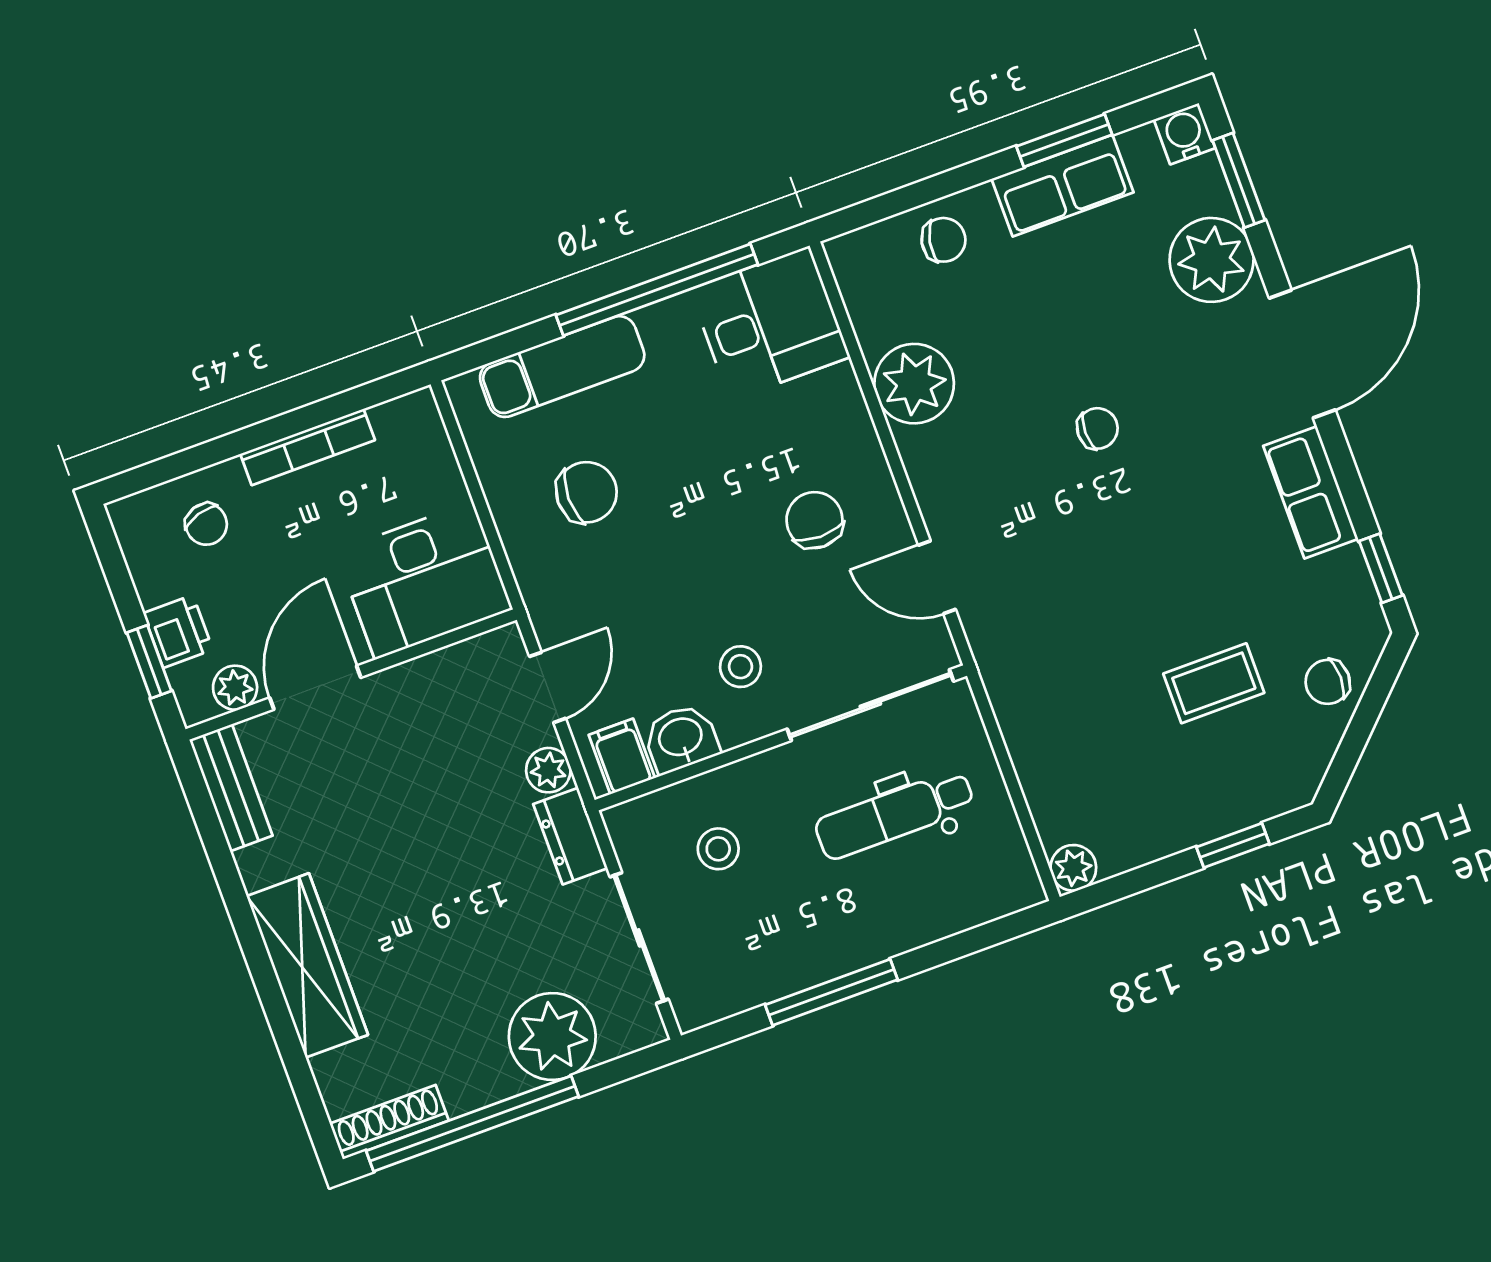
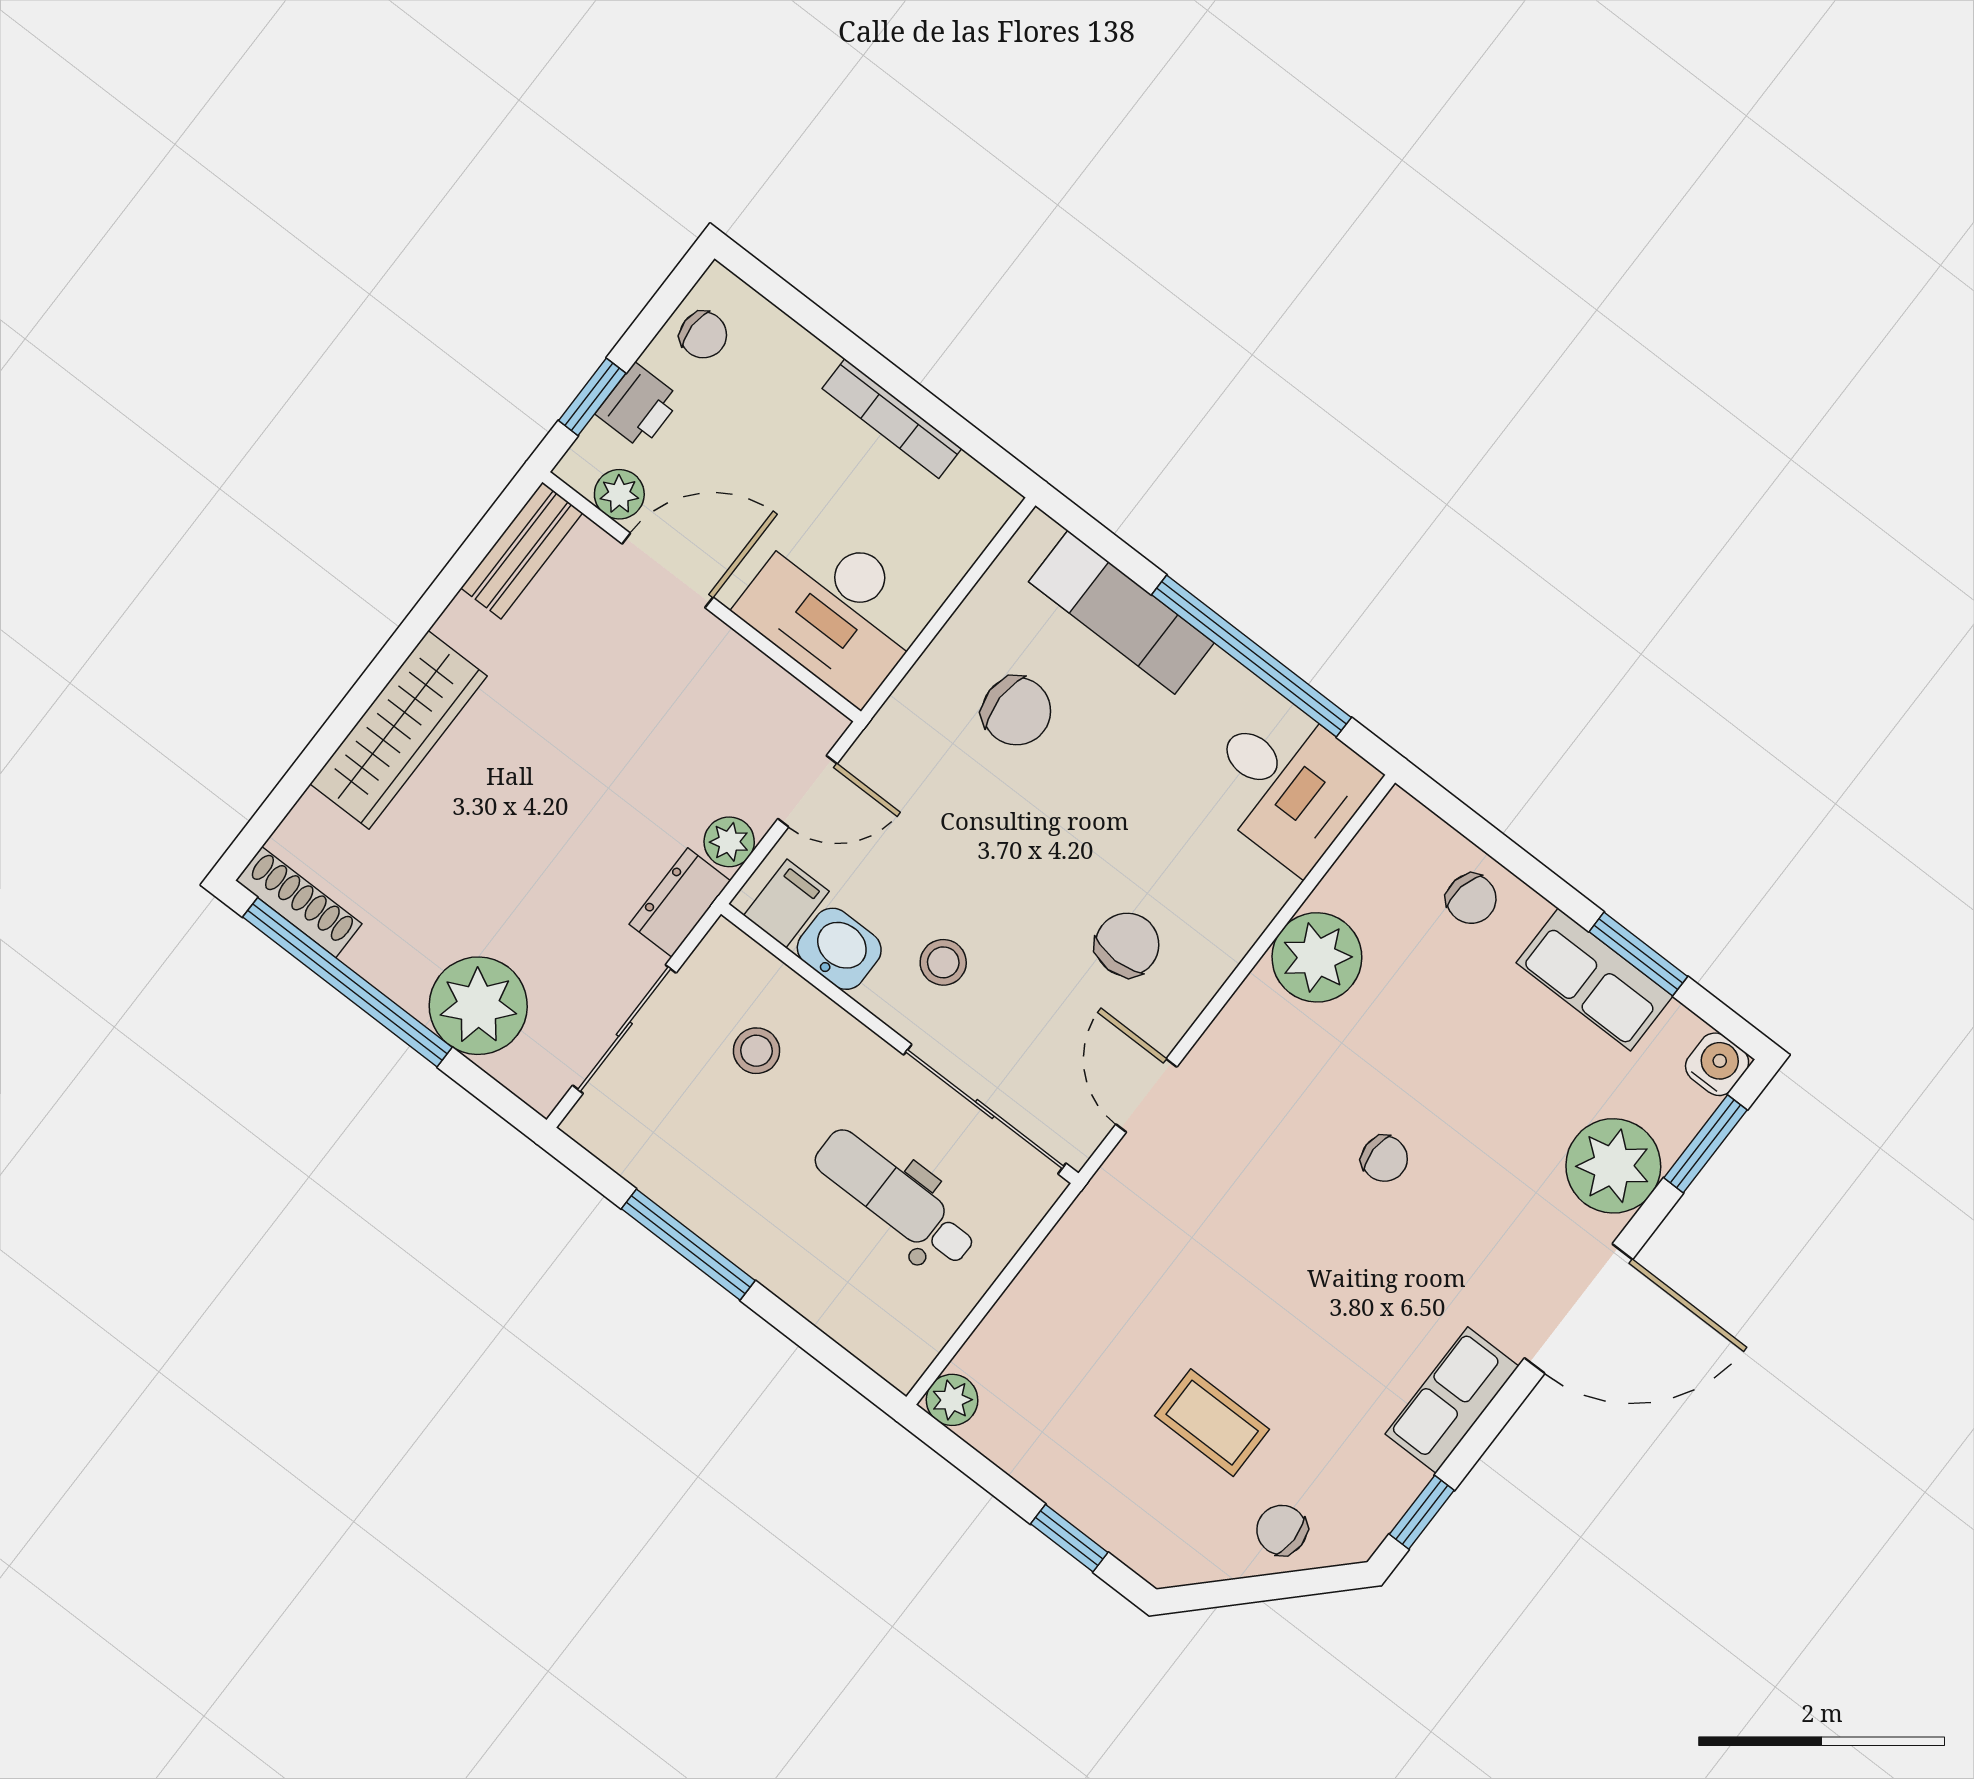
chair: (206, 524) -> (703, 335), moved, turned -73

